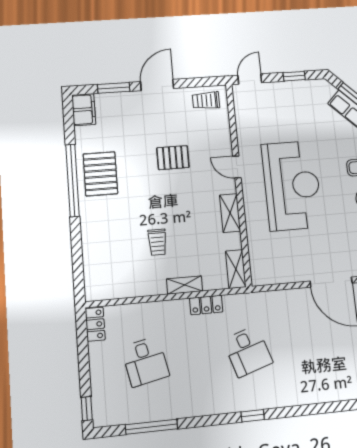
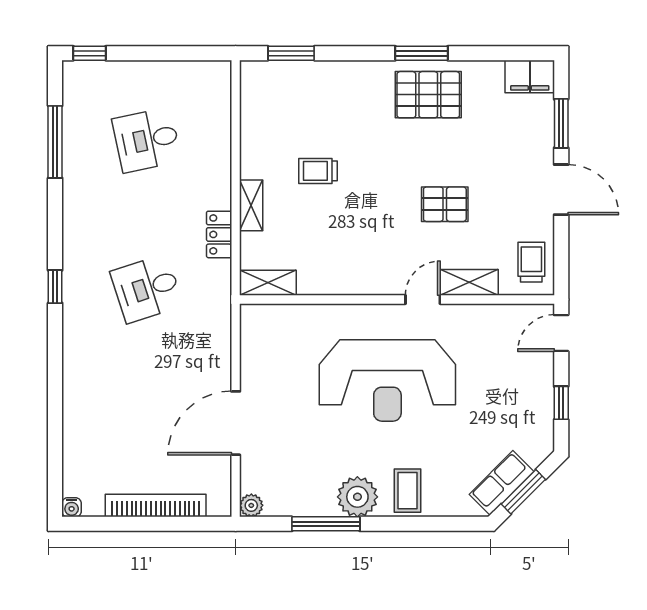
door: (250, 79) -> (561, 333), swing flipped
pallet: (173, 158) -> (445, 204), turned 90
window: (72, 180) -> (421, 53), width x0.47
shelving: (230, 213) -> (469, 282), moved
window: (78, 267) -> (291, 53), added
locker: (95, 324) -> (206, 73), removed

